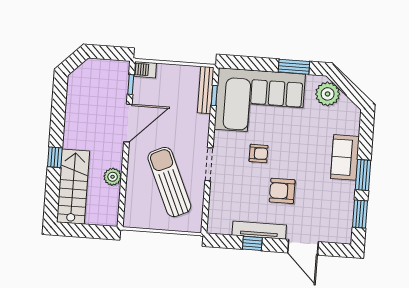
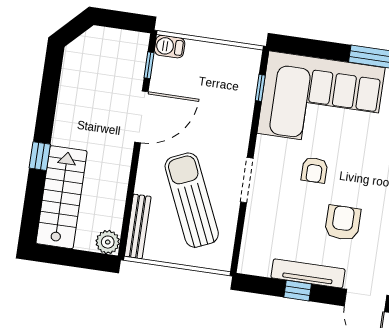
bench: (206, 90) -> (138, 226), moved
armchair: (259, 153) -> (314, 170), turned 90
plant: (113, 177) -> (108, 242), moved
armchair: (282, 191) -> (343, 223), turned 90

